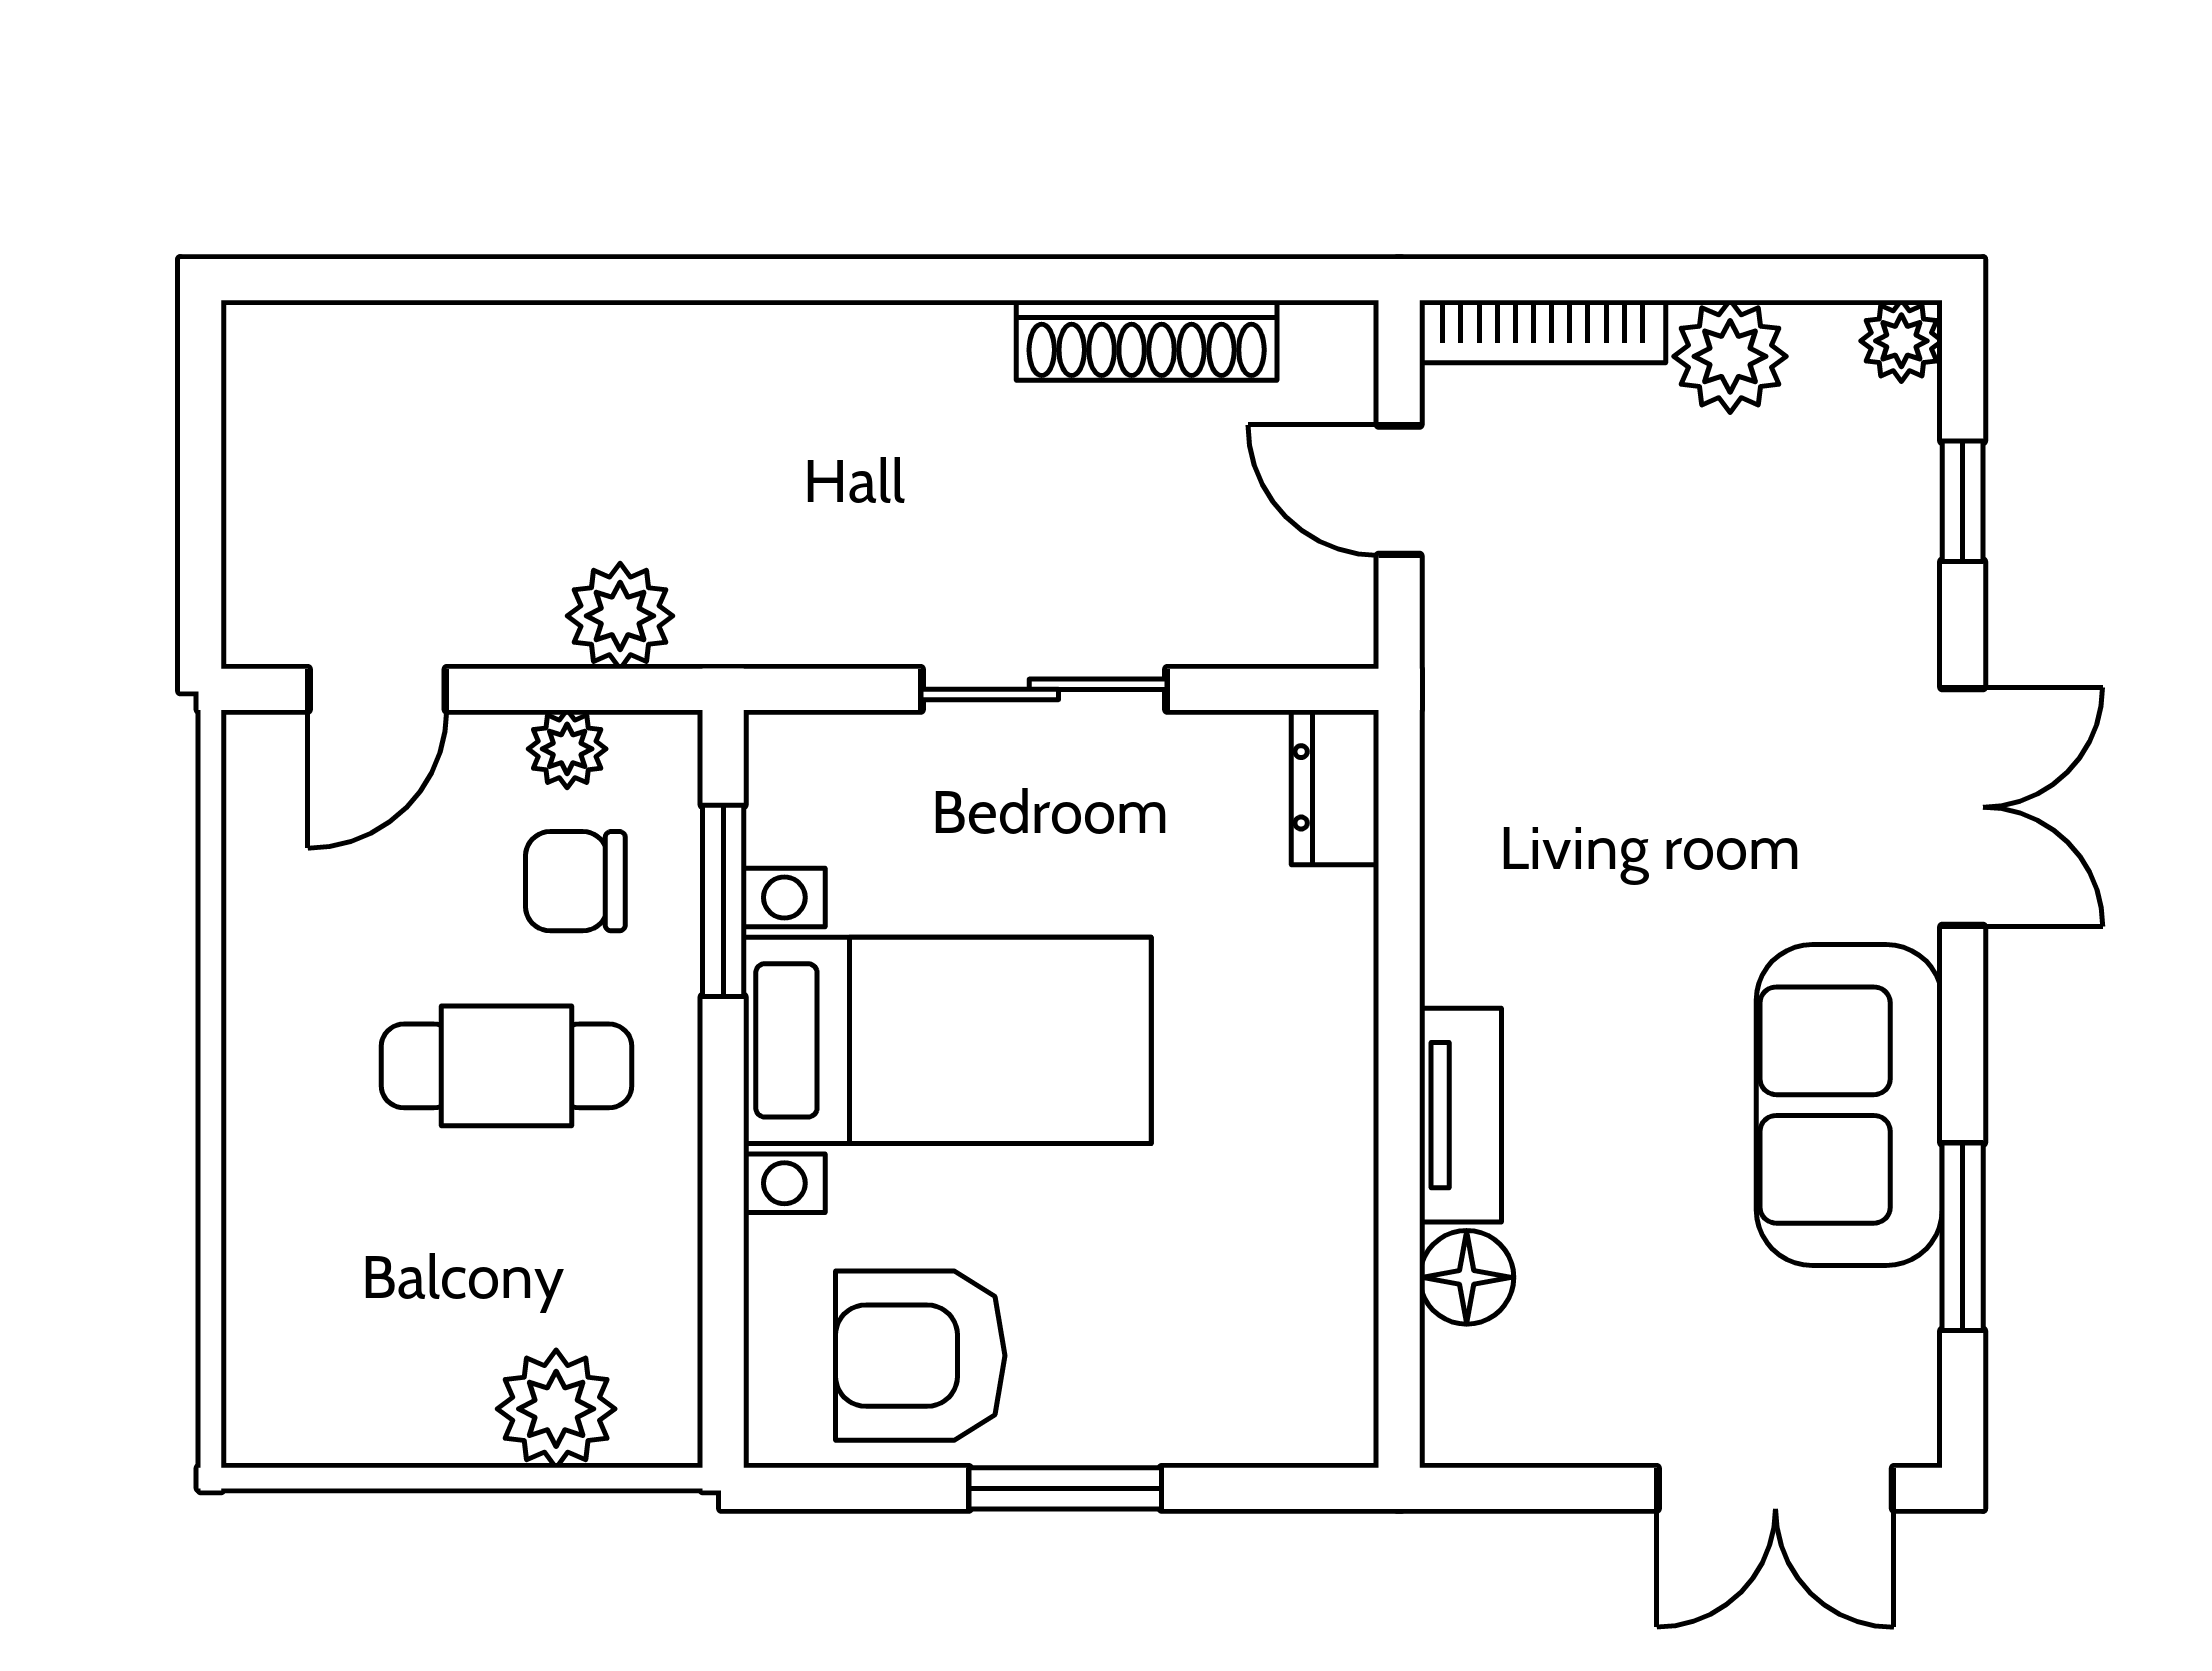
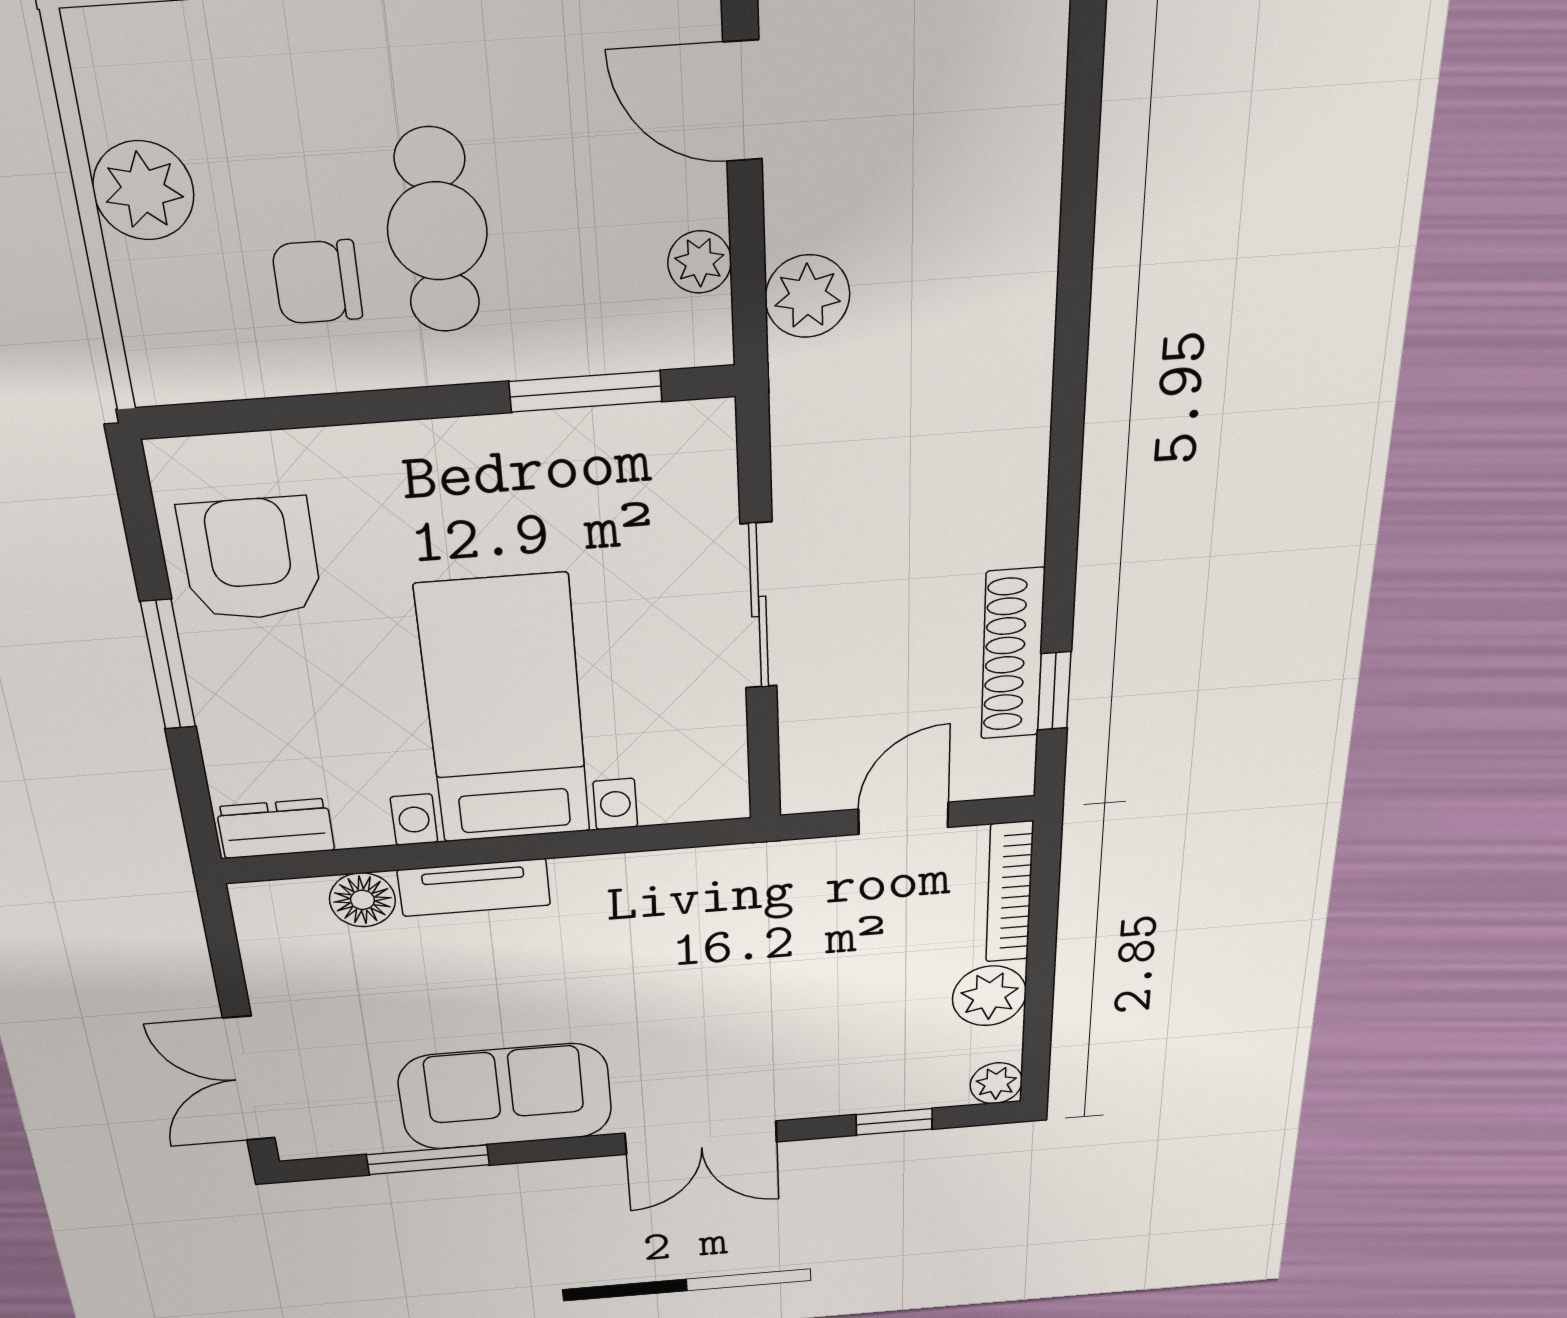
window: (1209, 280) -> (1054, 691), added
dresser: (1335, 787) -> (275, 829), moved
chair: (575, 881) -> (317, 282), moved, turned -90
bed with nightstands: (947, 1040) -> (504, 711), moved, turned 180
plant: (556, 1409) -> (143, 191), moved

